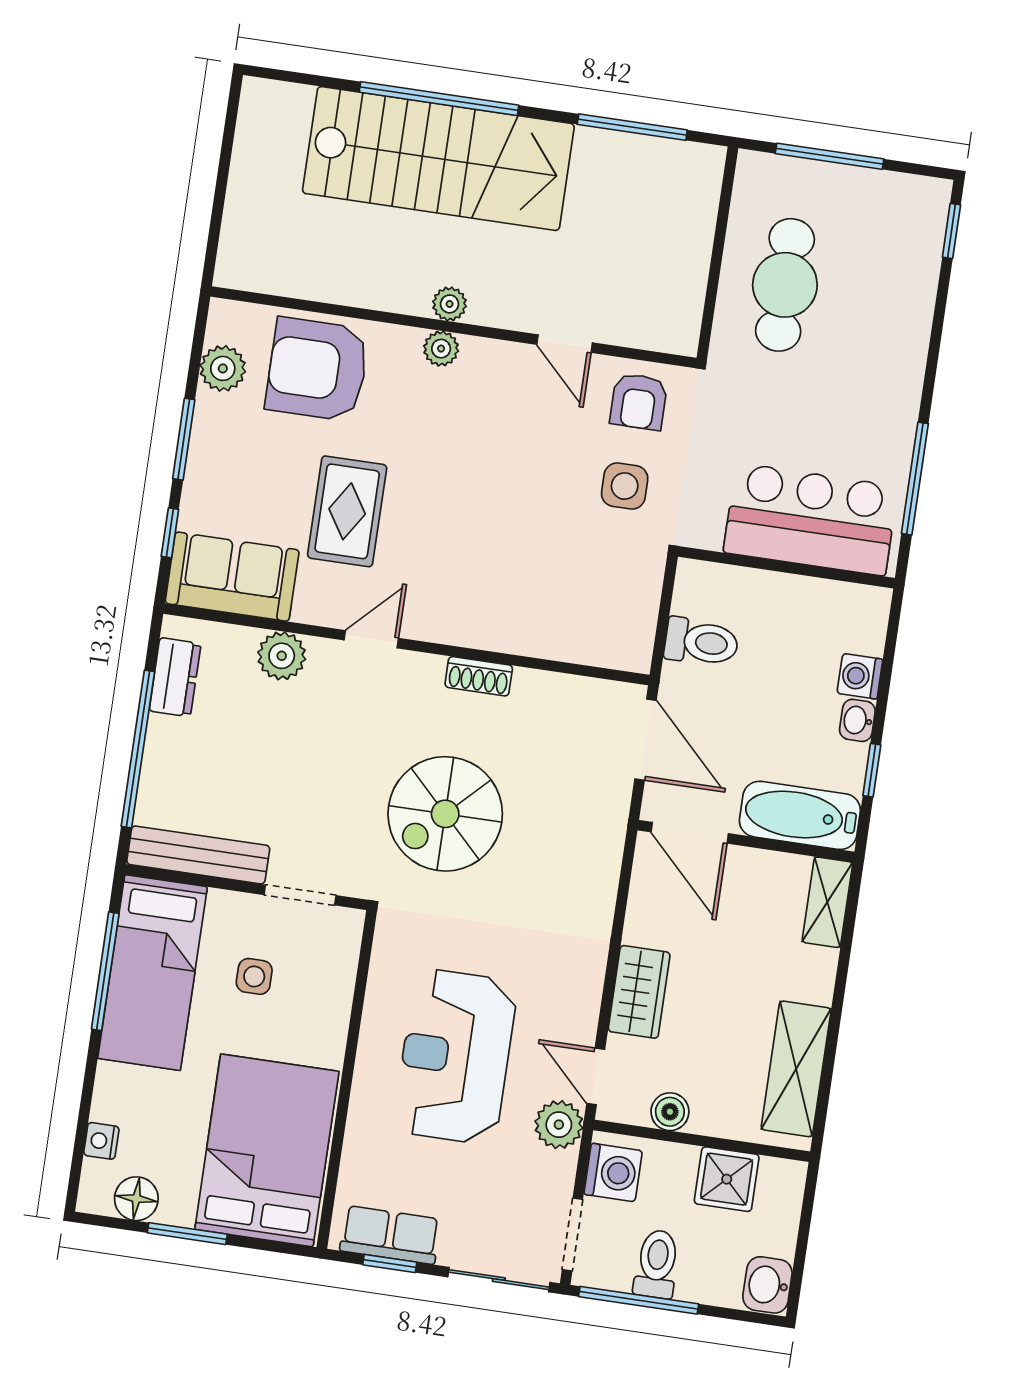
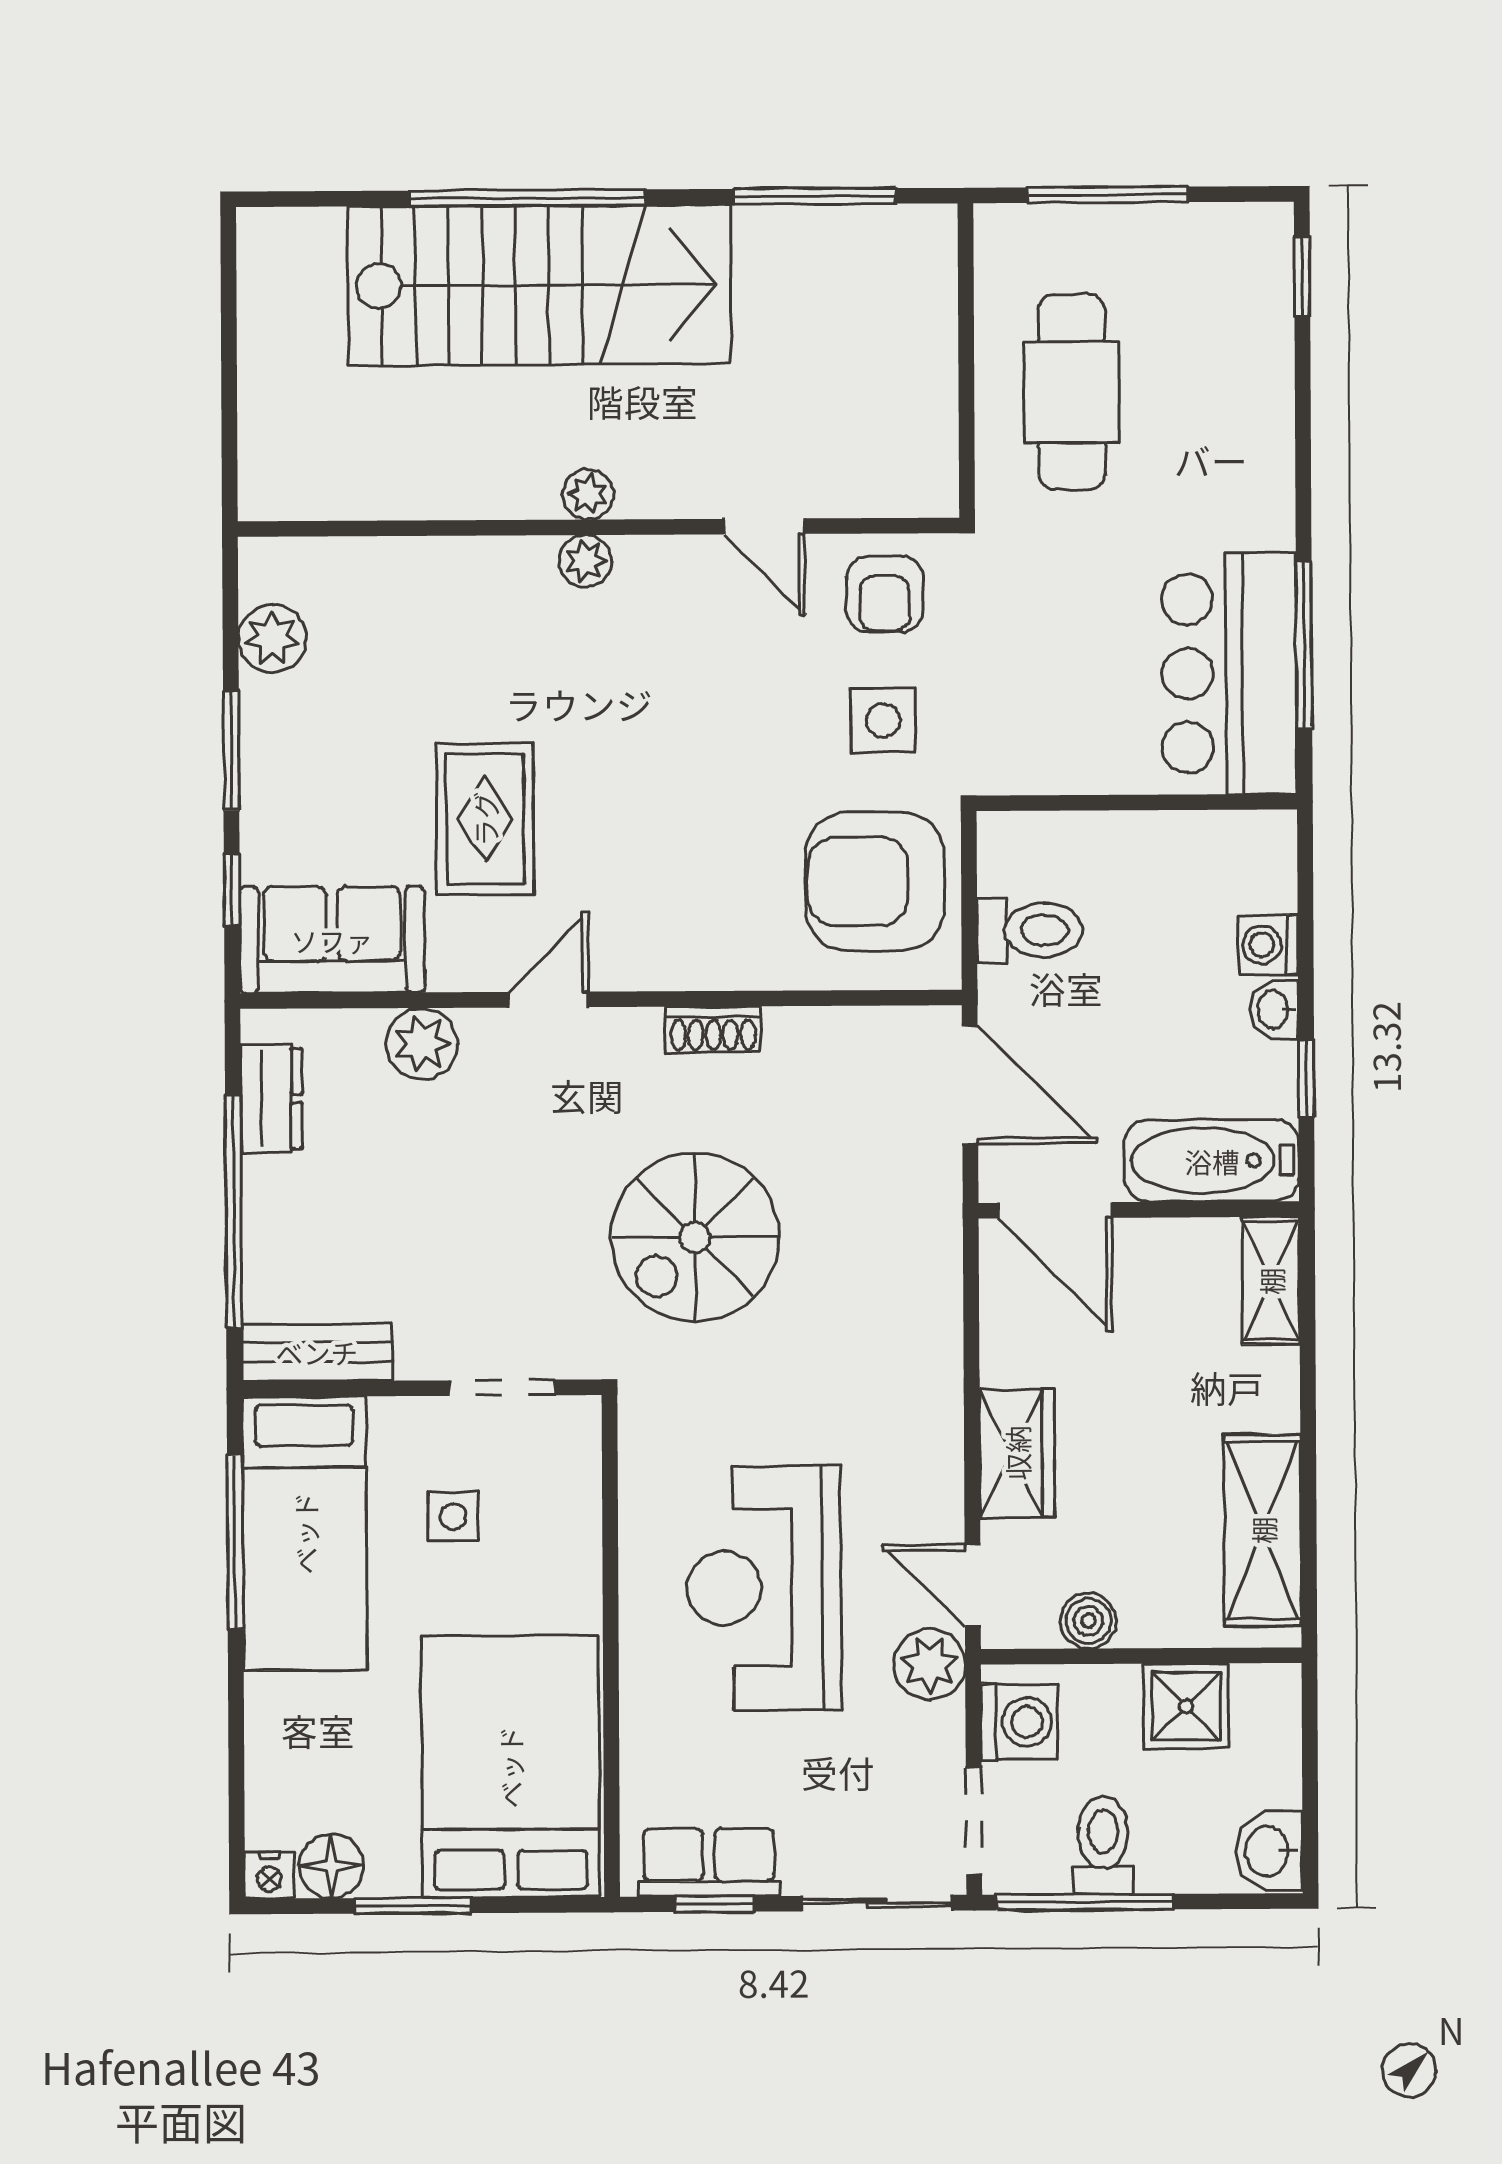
armchair: (317, 369) -> (875, 881), moved
bar counter: (811, 519) -> (1229, 673), moved, turned -90
bench: (198, 855) -> (317, 1352), width x0.73
nightstand: (101, 1141) -> (269, 1875), moved, turned -90

